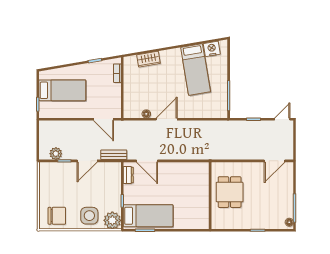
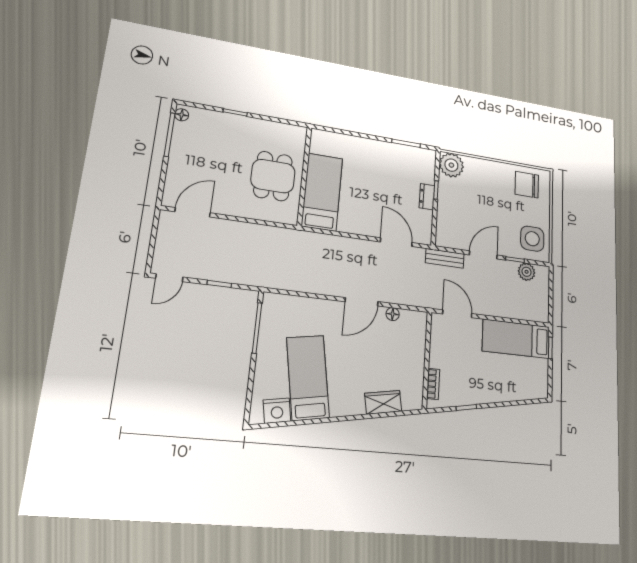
bed: (62, 90) -> (516, 339), moved
dresser: (128, 175) -> (427, 197), moved
side table: (89, 216) -> (532, 239), moved
bed: (148, 216) -> (322, 192), moved, turned 90

